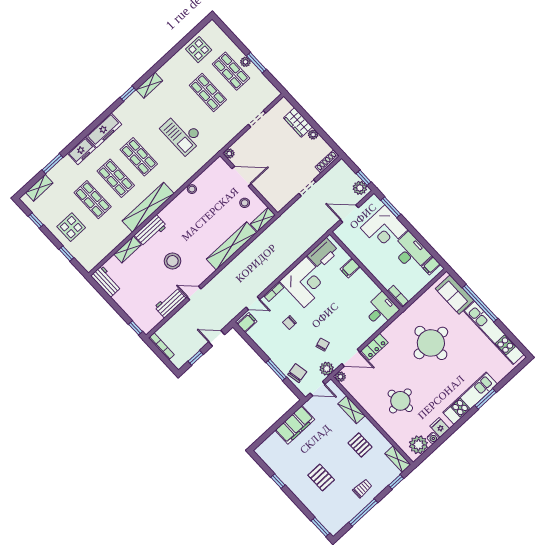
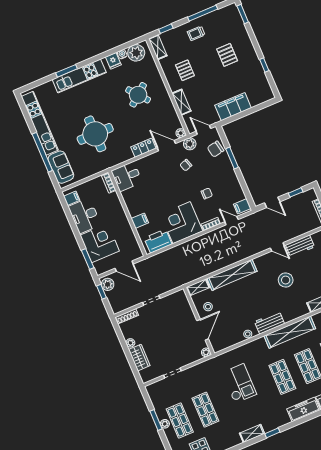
door: (241, 176) -> (203, 330), swing flipped
workbench: (151, 231) -> (269, 323), moved
round table: (400, 401) -> (138, 95), turned -32

